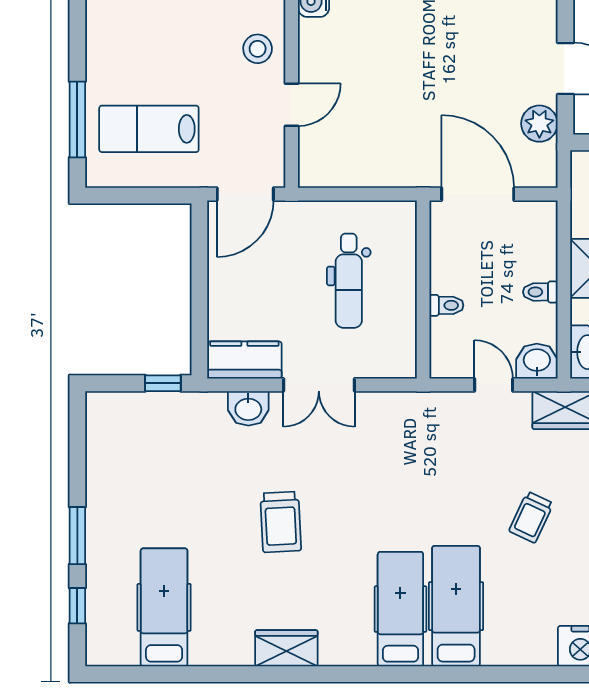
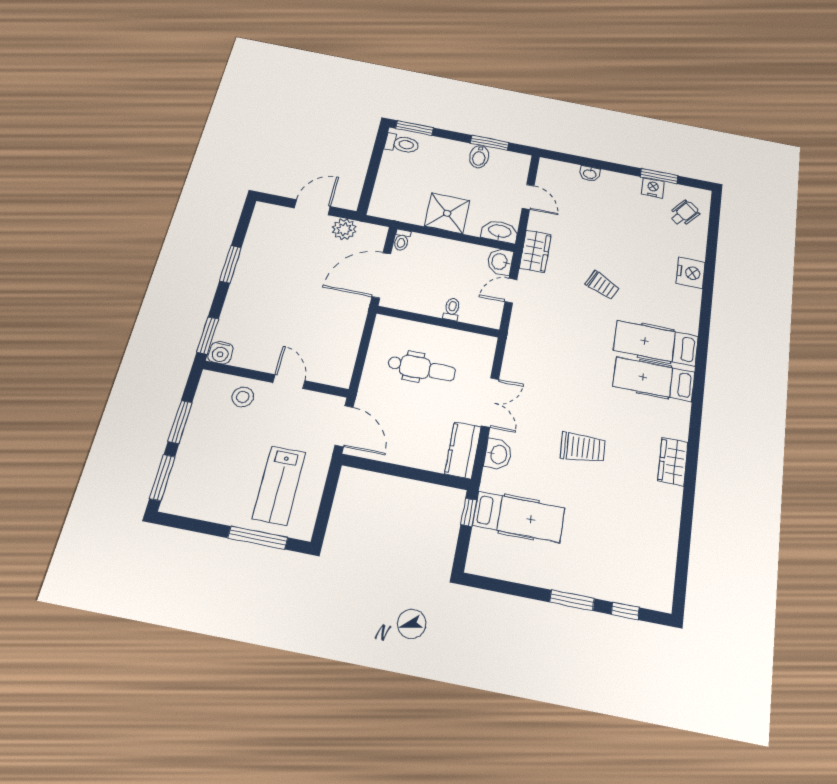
toilet: (540, 292) -> (402, 240), moved
hospital bed: (164, 607) -> (519, 517), moved, turned 180

